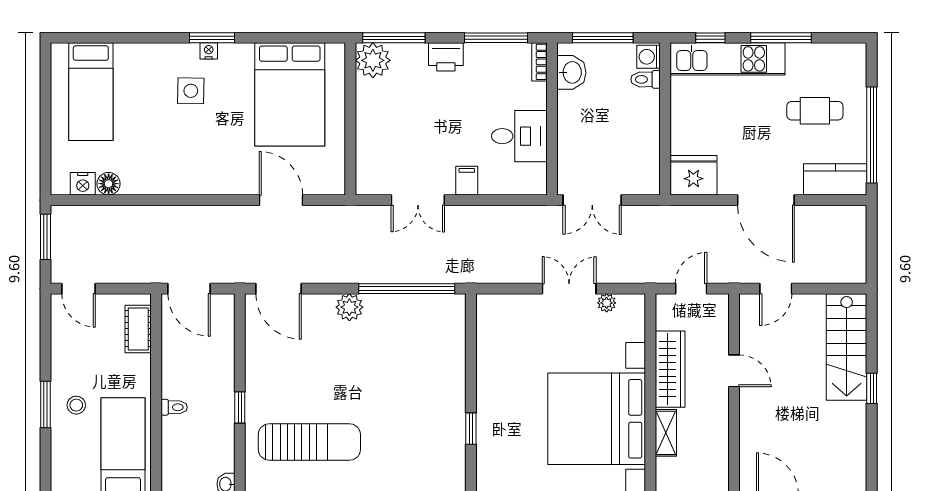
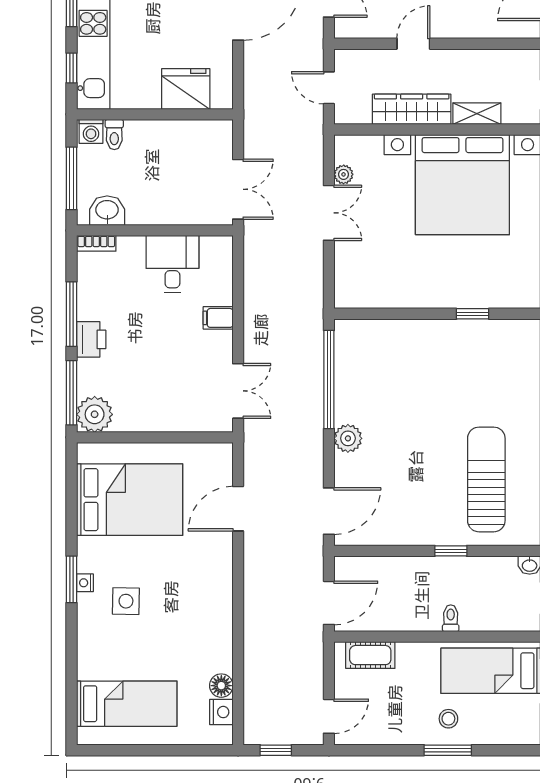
window: (496, 38) -> (72, 314), moved
fridge: (693, 175) -> (186, 89), moved, turned 90
double door: (418, 200) -> (238, 391), moved
window: (46, 237) -> (276, 750), width x0.67
double door: (569, 289) -> (329, 213), swing flipped

